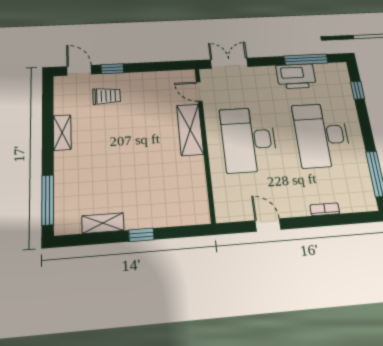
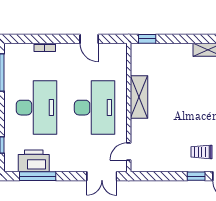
printer: (296, 76) -> (34, 161), moved
door: (199, 92) -> (129, 152), swing flipped
shelving: (190, 130) -> (139, 97), moved
window: (141, 235) -> (147, 39), moved

